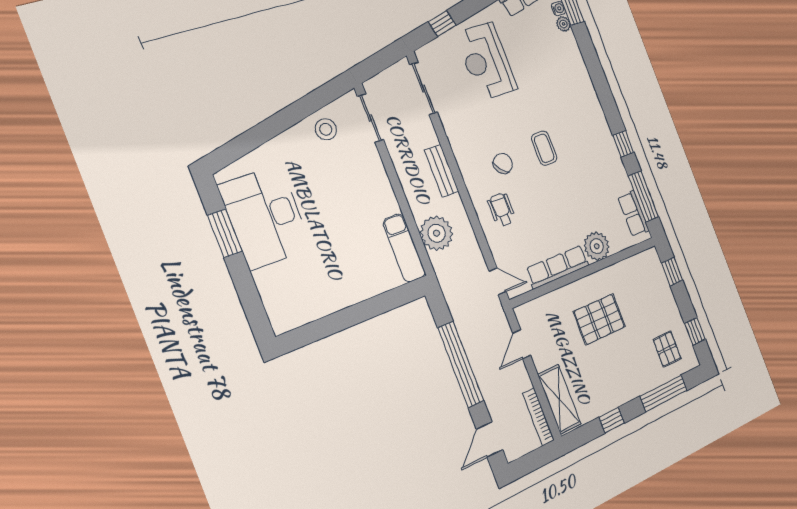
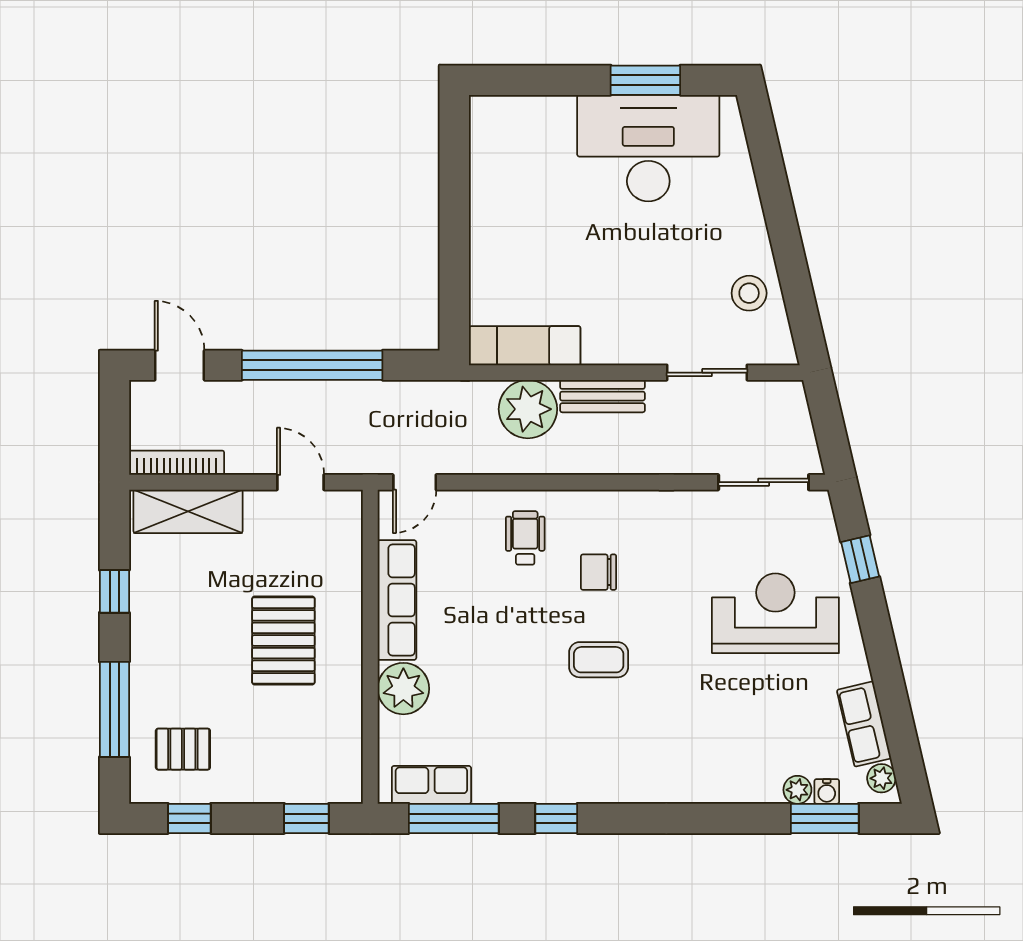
sliding door: (370, 118) -> (707, 373), moved
chair: (503, 163) -> (598, 572), turned 132
bench: (442, 171) -> (602, 396), moved
wheelchair: (502, 210) -> (525, 538), turned -90

